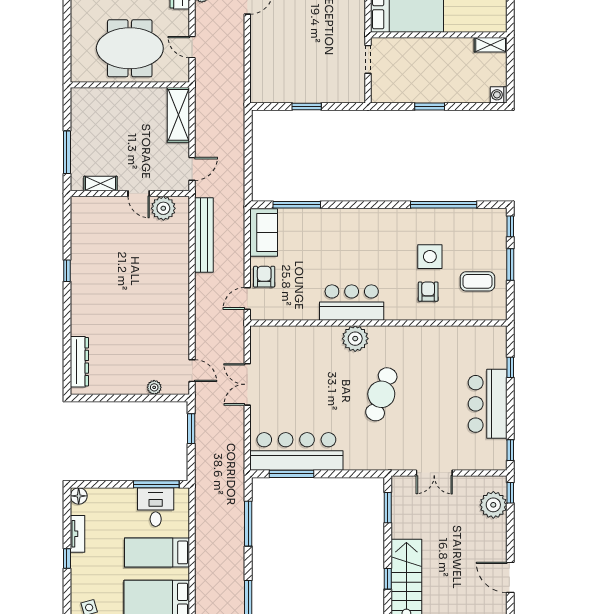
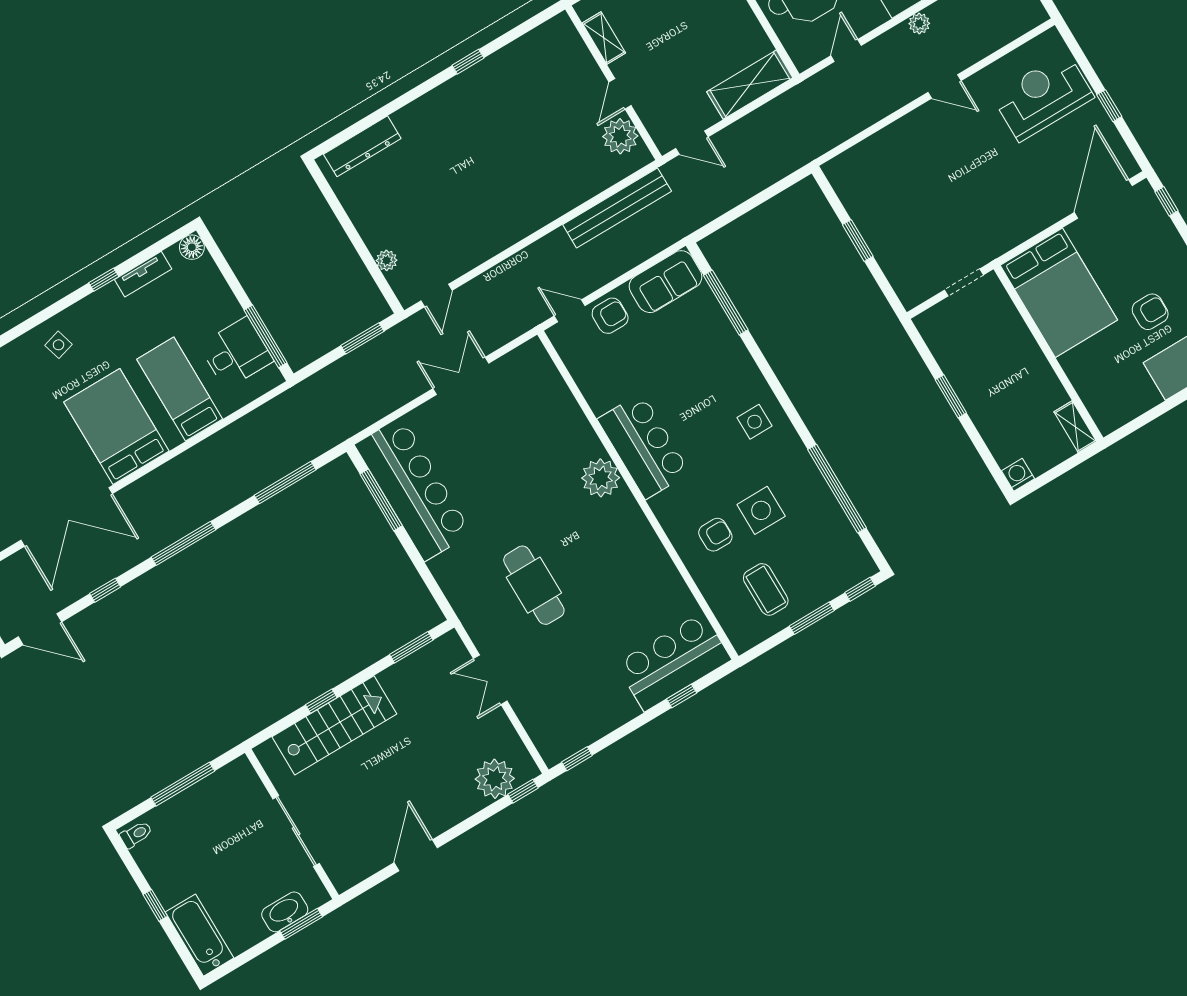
side table: (376, 230) -> (755, 422), added
cafe table: (381, 394) -> (534, 585), moved, turned 71
bar counter: (488, 404) -> (674, 662), moved

